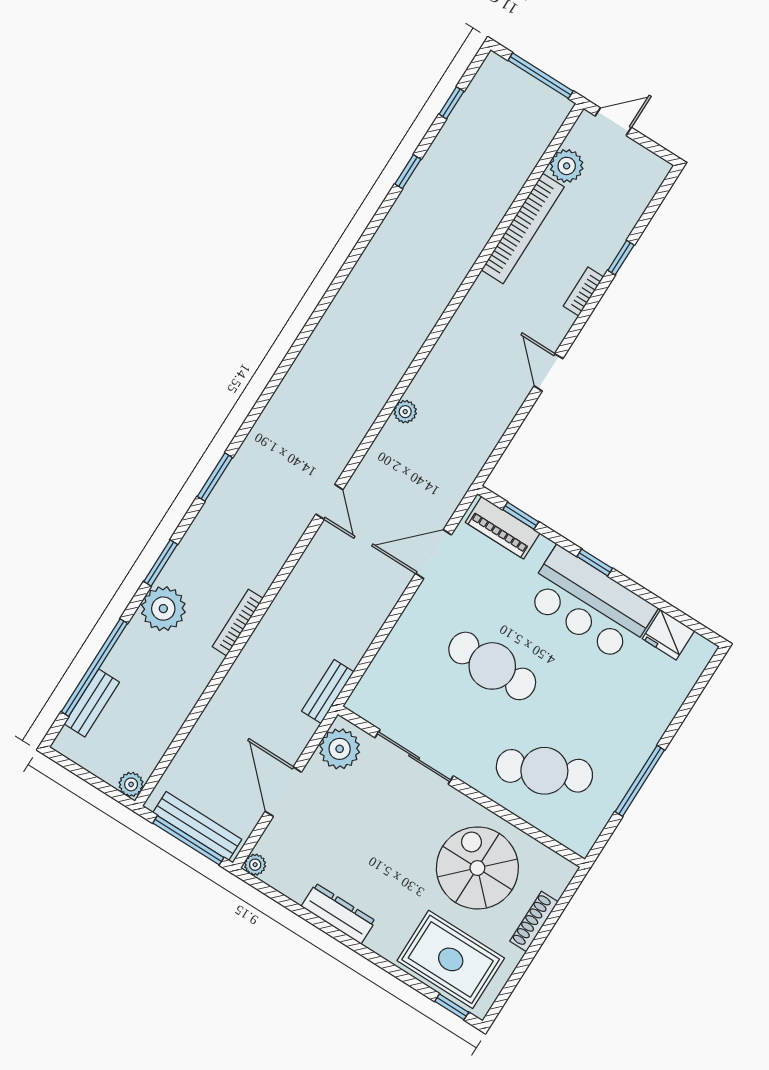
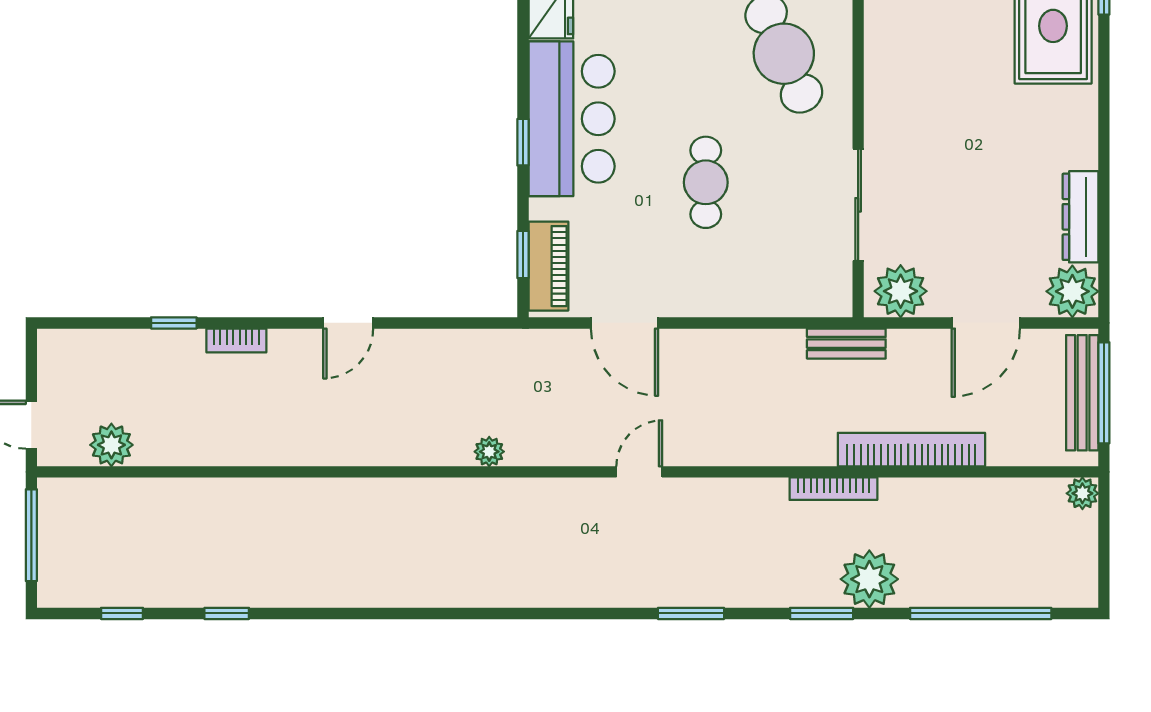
bookcase: (523, 228) -> (911, 450), moved
cafe table: (492, 666) -> (706, 182), width x0.73, depth x0.74
bench: (92, 703) -> (1021, 592), removed
plant: (255, 865) -> (1072, 291), width x1.88, depth x1.88
spiral stairs: (477, 868) -> (935, 60), removed
dresser: (338, 914) -> (1080, 217), moved

